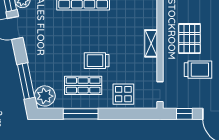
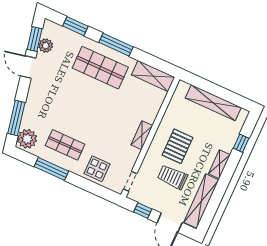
trolley: (97, 61) -> (87, 129), removed
trolley: (198, 70) -> (172, 177), turned 180

